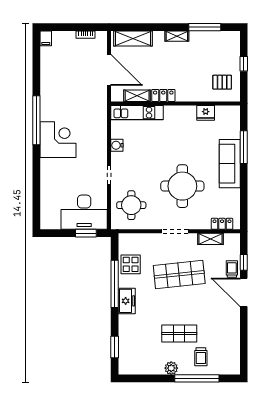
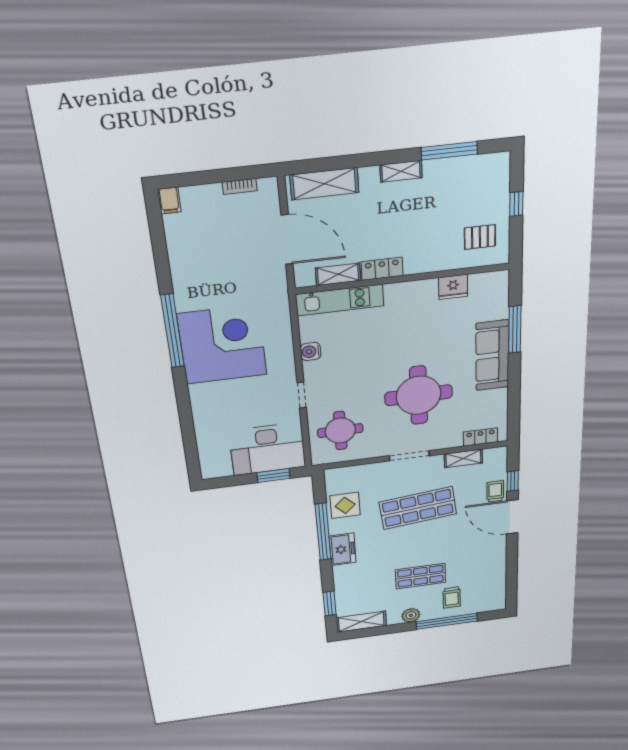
corner desk: (58, 140) -> (222, 345), width x1.36, depth x1.36
shelving: (136, 368) -> (361, 622), added

